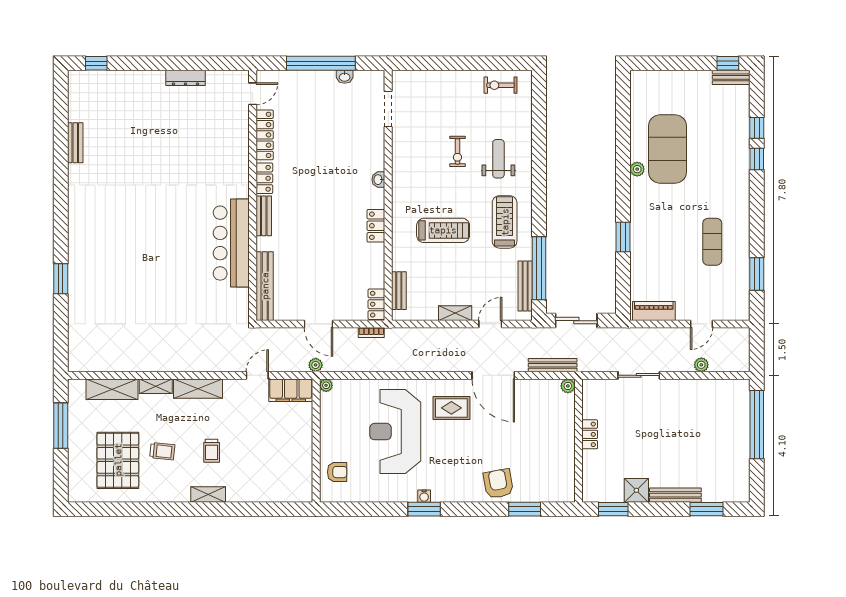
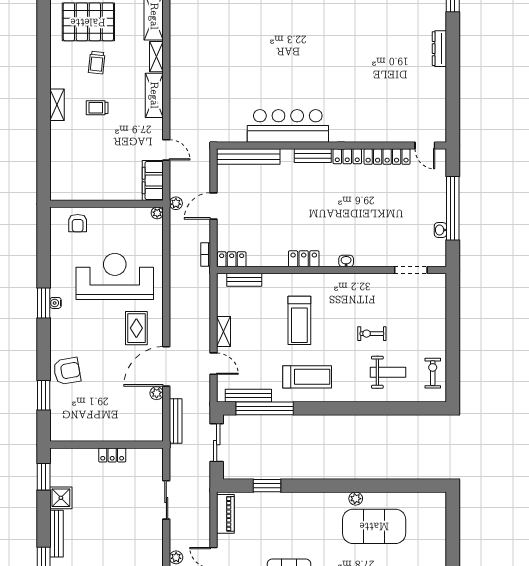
dresser: (185, 78) -> (439, 49), moved
weight bench: (498, 159) -> (388, 372), moved
window: (623, 237) -> (267, 486), moved
plant: (568, 386) -> (157, 393), moved

